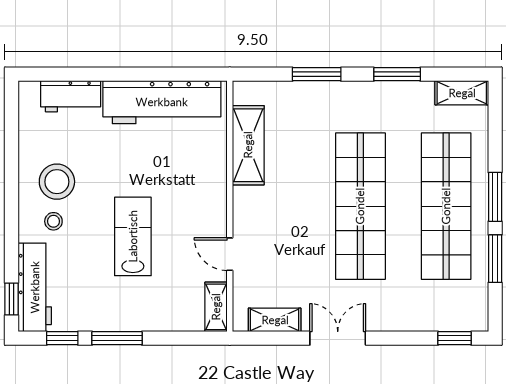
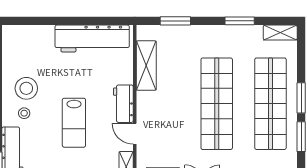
window: (317, 74) -> (175, 21), moved
workbench: (71, 96) -> (123, 104), moved, turned 90
lab bench: (133, 236) -> (74, 123), turned 180

